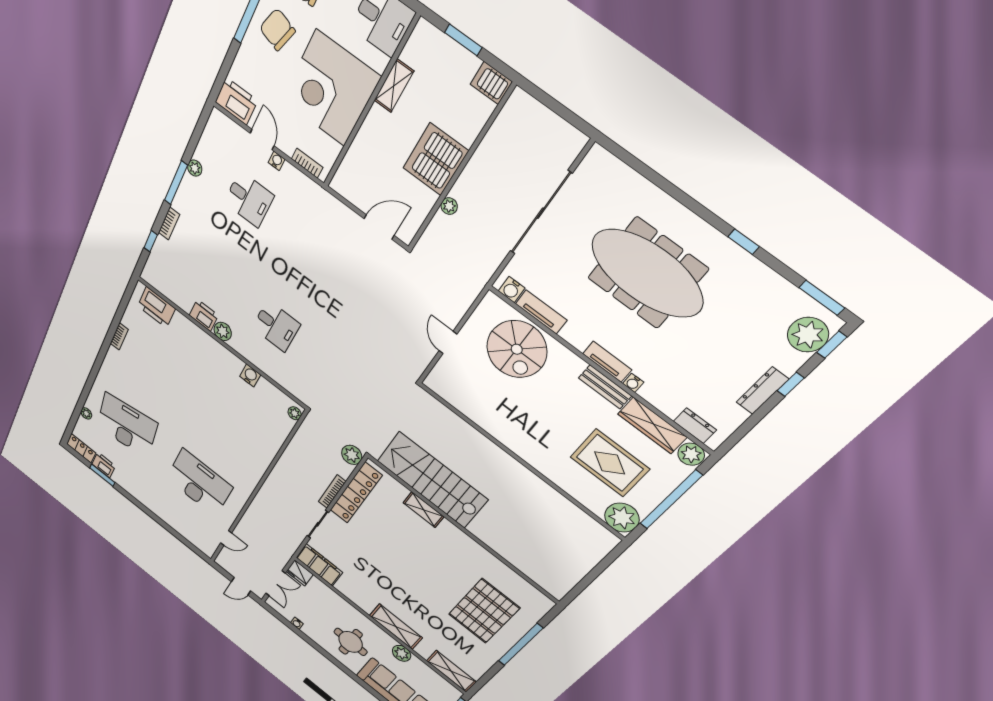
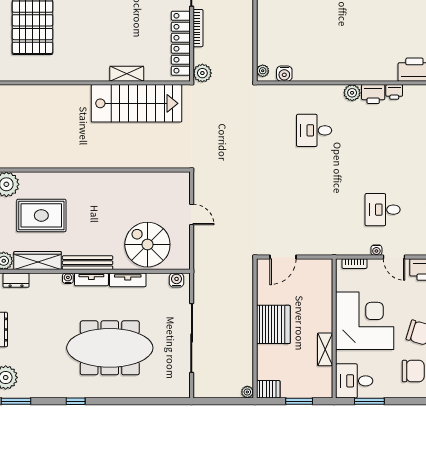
plant: (449, 206) -> (247, 392), moved
printer: (184, 302) -> (394, 92), added
tv unit: (541, 312) -> (128, 280), moved
water cooler: (250, 375) -> (284, 74), moved
bench: (605, 387) -> (88, 263), width x1.36

